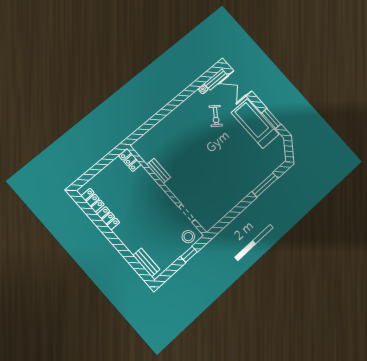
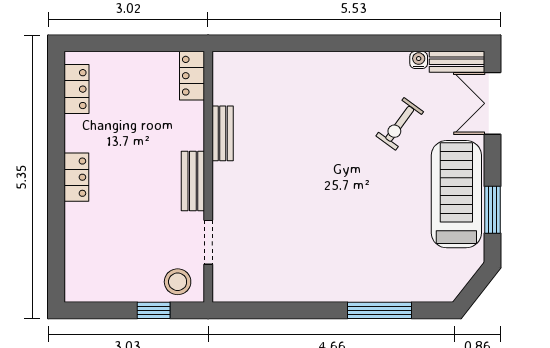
locker: (108, 218) -> (76, 177), moved
bench: (146, 262) -> (193, 181), moved

